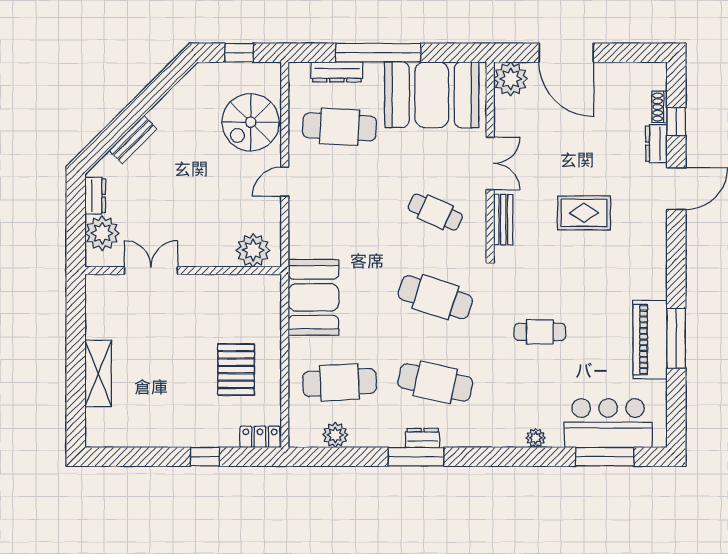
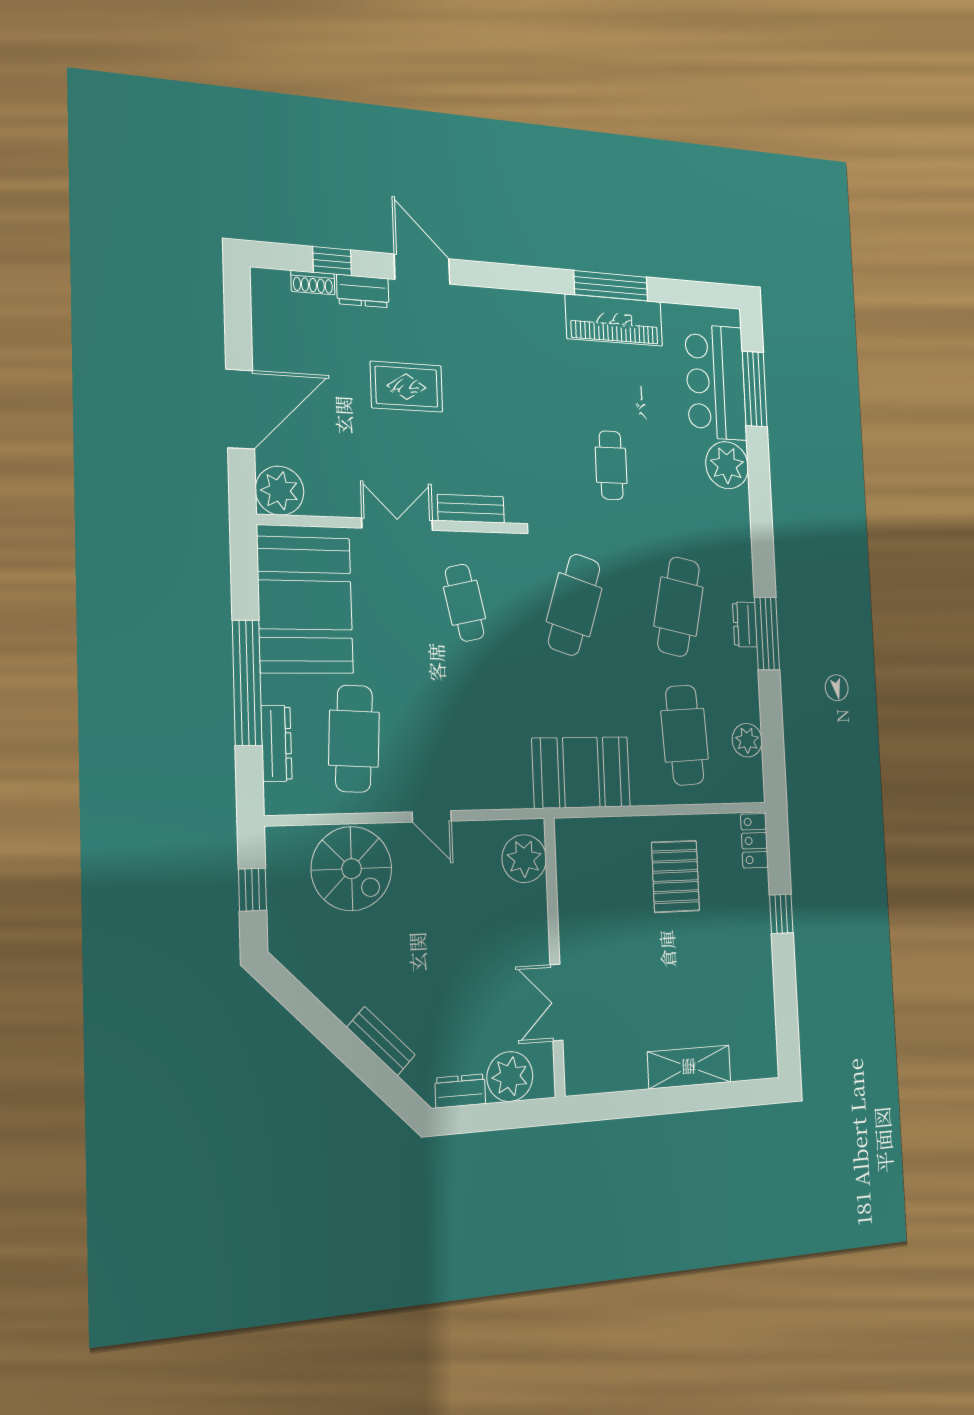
cafe table: (435, 212) -> (465, 603), turned -36
rug: (584, 213) -> (406, 387), moved, turned 90
pallet: (236, 370) -> (675, 876), turned 90
plant: (536, 438) -> (727, 465), width x1.88, depth x1.88

